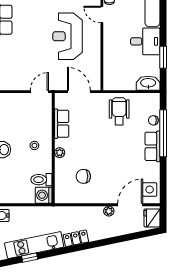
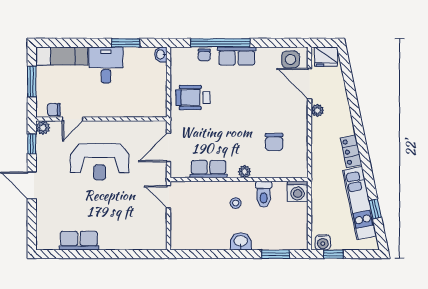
washbasin: (148, 83) -> (161, 54), width x0.52, depth x0.69
toilet: (41, 180) -> (264, 194), moved

